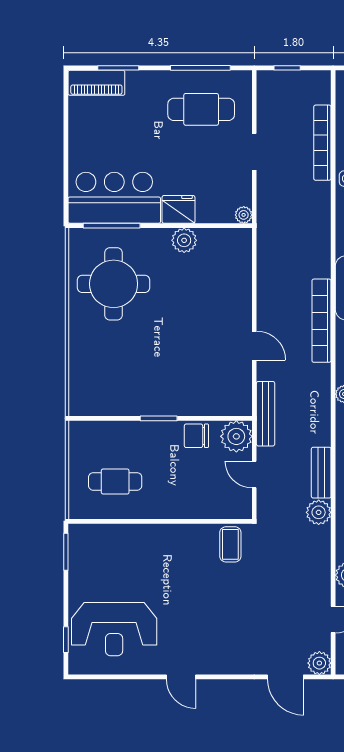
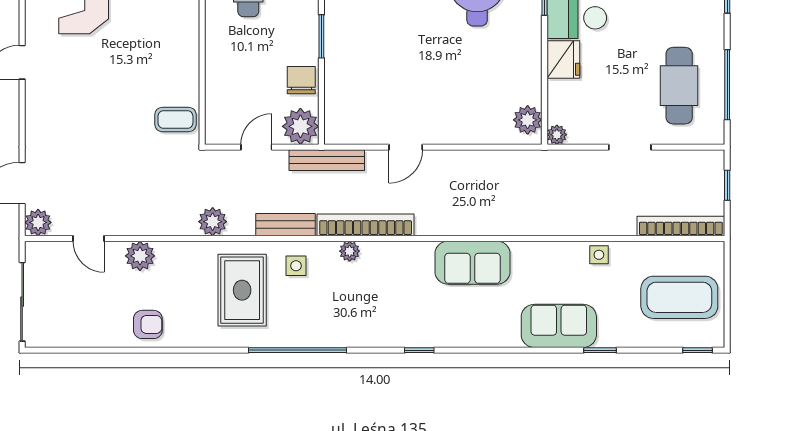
bookcase: (322, 143) -> (681, 226), moved
plant: (184, 240) -> (528, 120), moved
bookcase: (321, 321) -> (366, 225), moved
bench: (321, 473) -> (286, 225), moved

